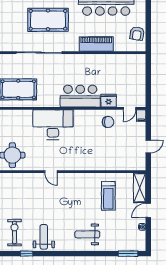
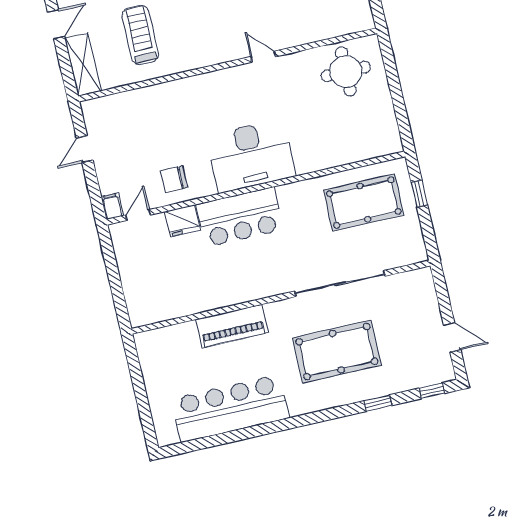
armchair: (137, 34) -> (157, 365), removed
desk: (53, 125) -> (251, 156), moved

